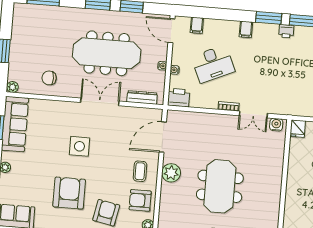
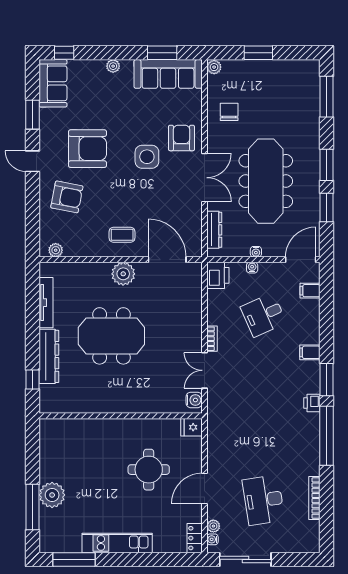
desk: (213, 64) -> (263, 315), width x0.73
armchair: (140, 200) -> (181, 138), moved

